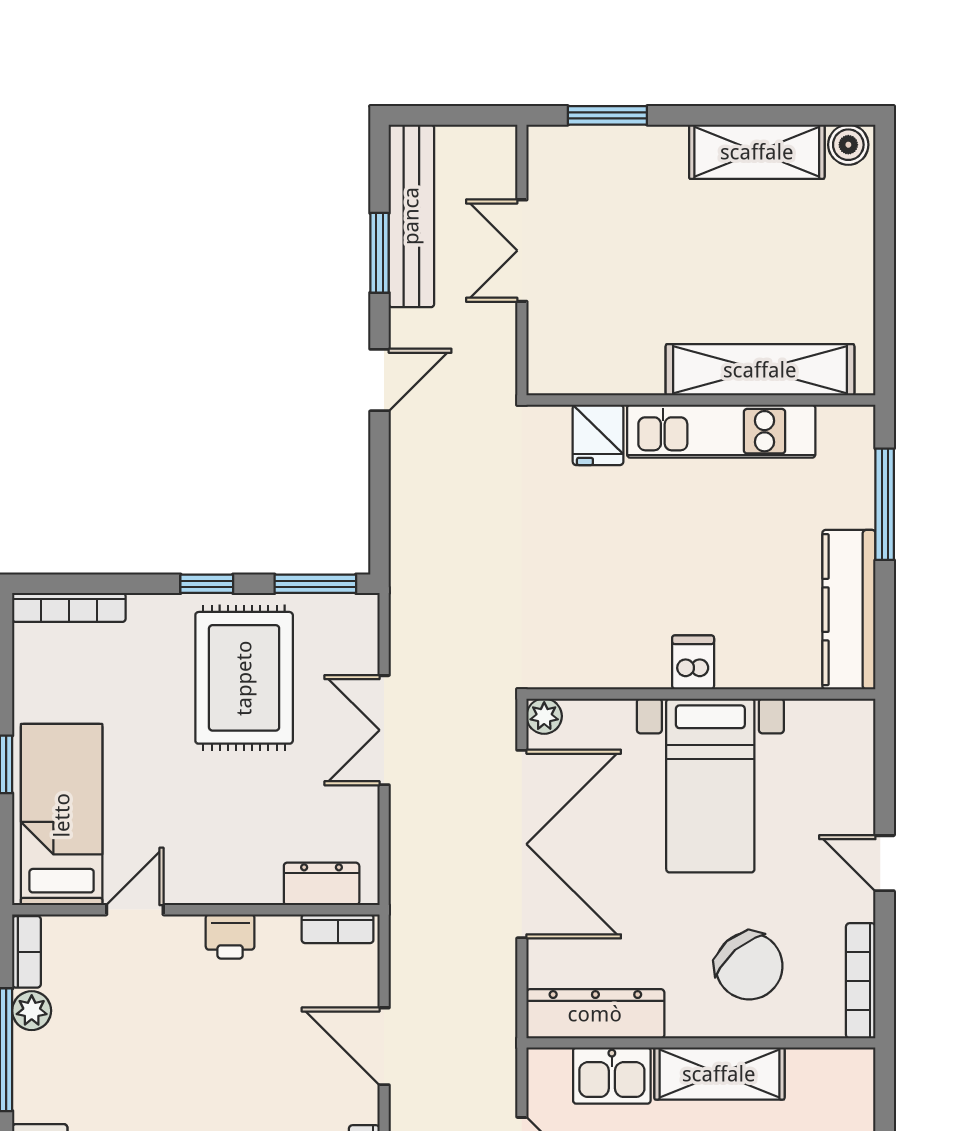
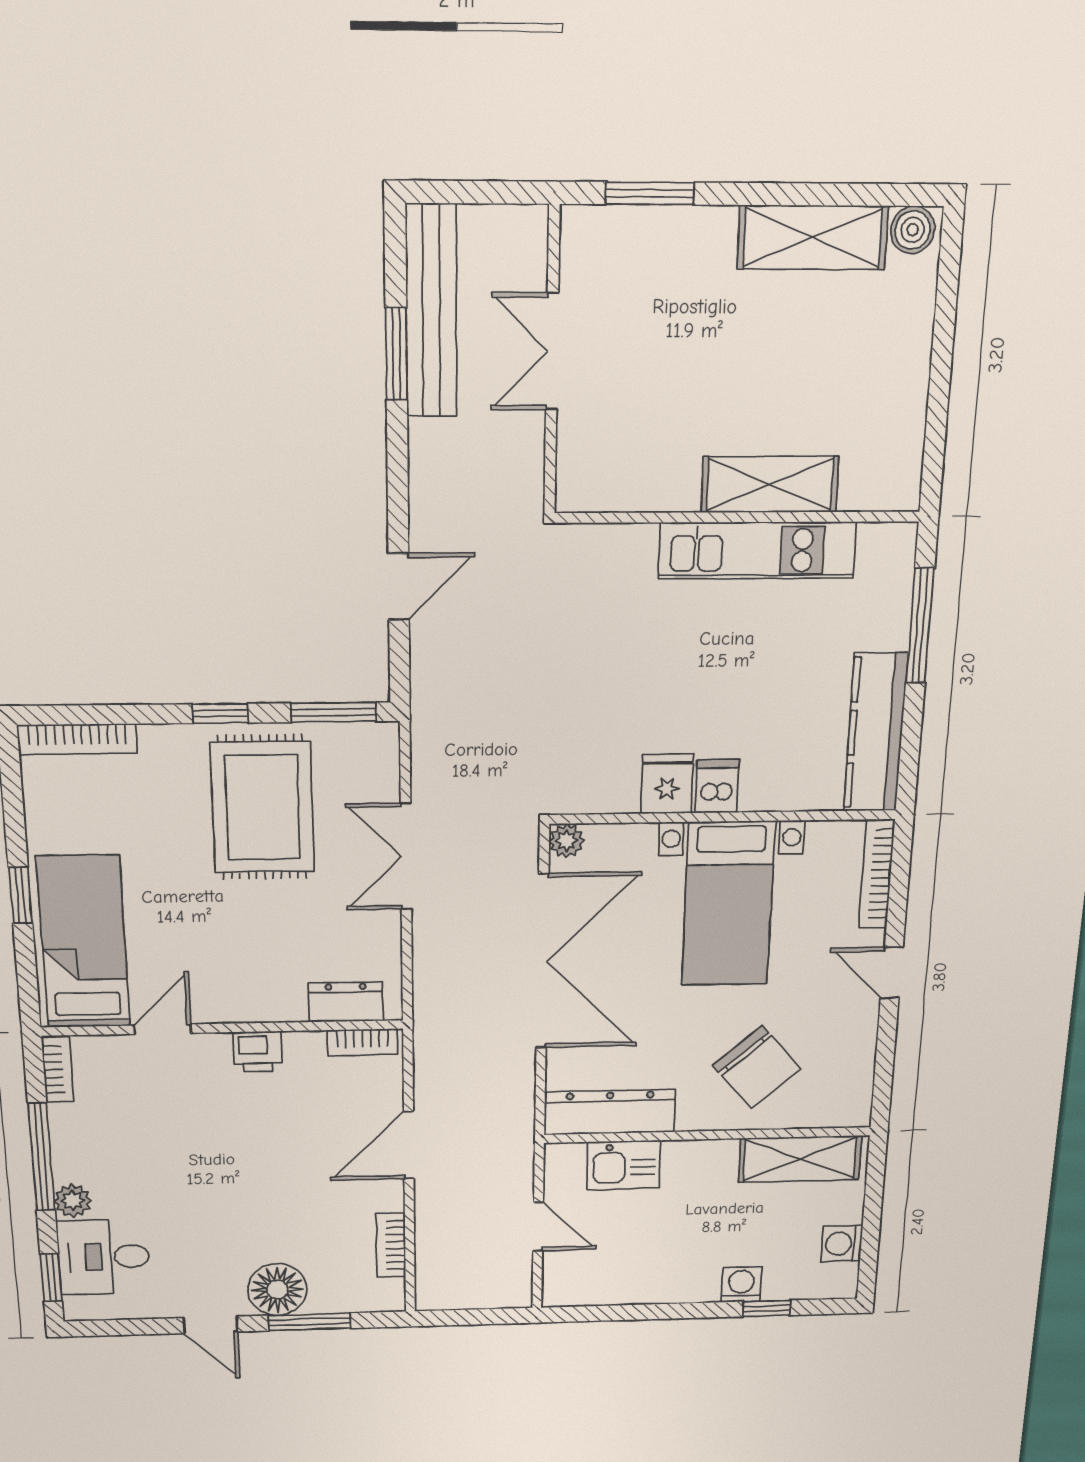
shelving: (760, 370) -> (770, 484), width x0.68
door: (380, 380) -> (399, 587), moved
fridge: (598, 435) -> (667, 784), moved, turned 180
bookcase: (861, 981) -> (877, 874), moved
plant: (32, 1011) -> (73, 1201), moved
door: (384, 1046) -> (409, 1145), hinge flipped
shelving: (719, 1074) -> (800, 1159), moved

